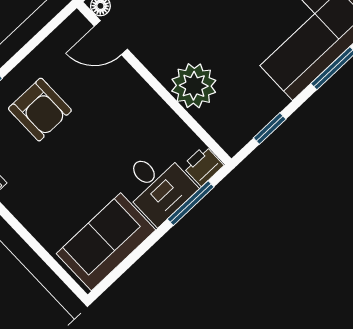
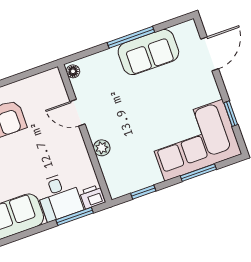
door: (111, 38) -> (78, 113), moved
plant: (194, 86) -> (102, 148), width x0.53, depth x0.53

